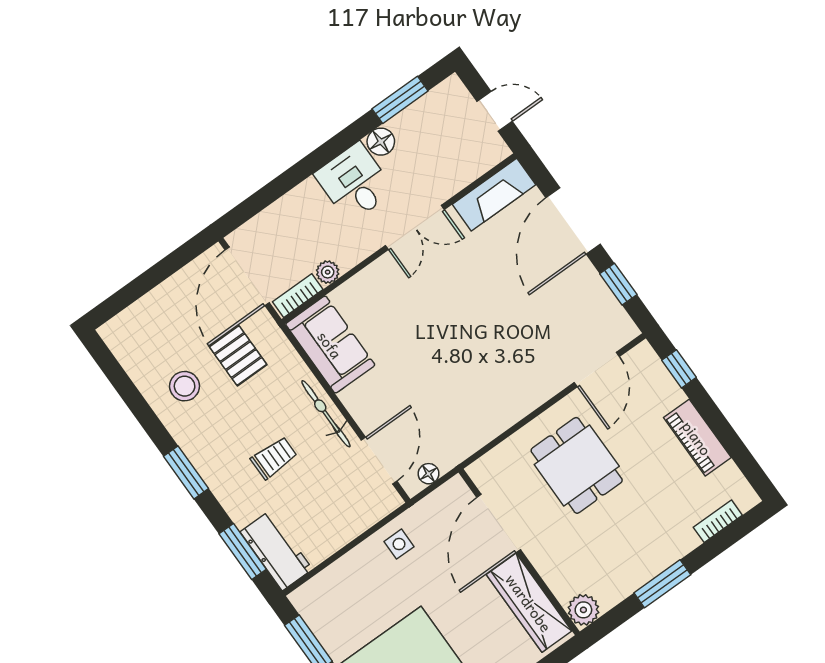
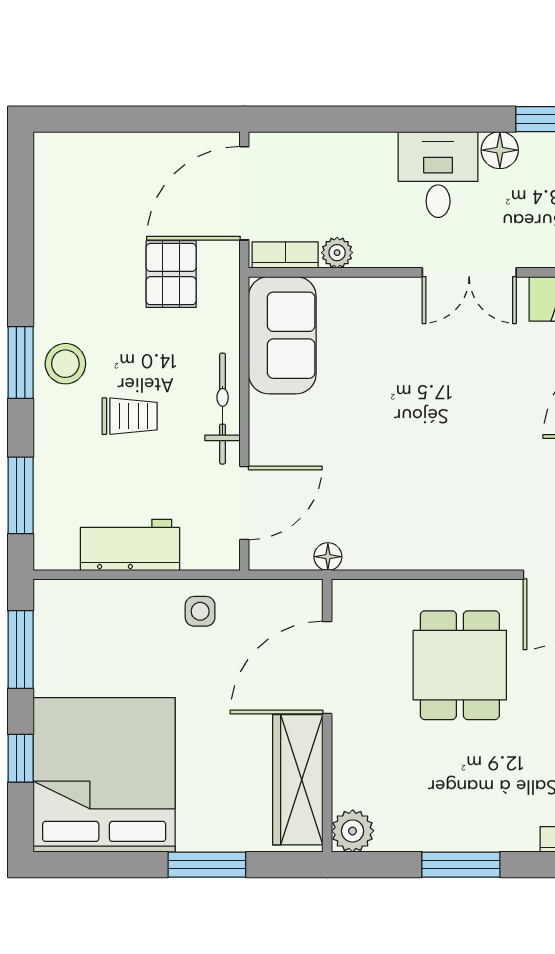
stool: (185, 386) -> (65, 364), moved
floor lamp: (429, 474) -> (328, 557), moved
workbench: (276, 551) -> (130, 545), moved, turned -90

